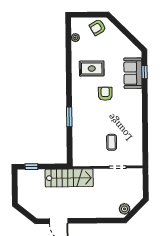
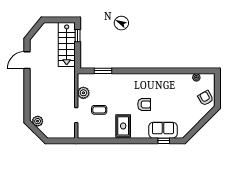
rug: (92, 69) -> (123, 126), moved
window: (69, 117) -> (103, 71), moved
plant: (93, 160) -> (83, 93), added
stairs: (69, 178) -> (67, 45), moved

